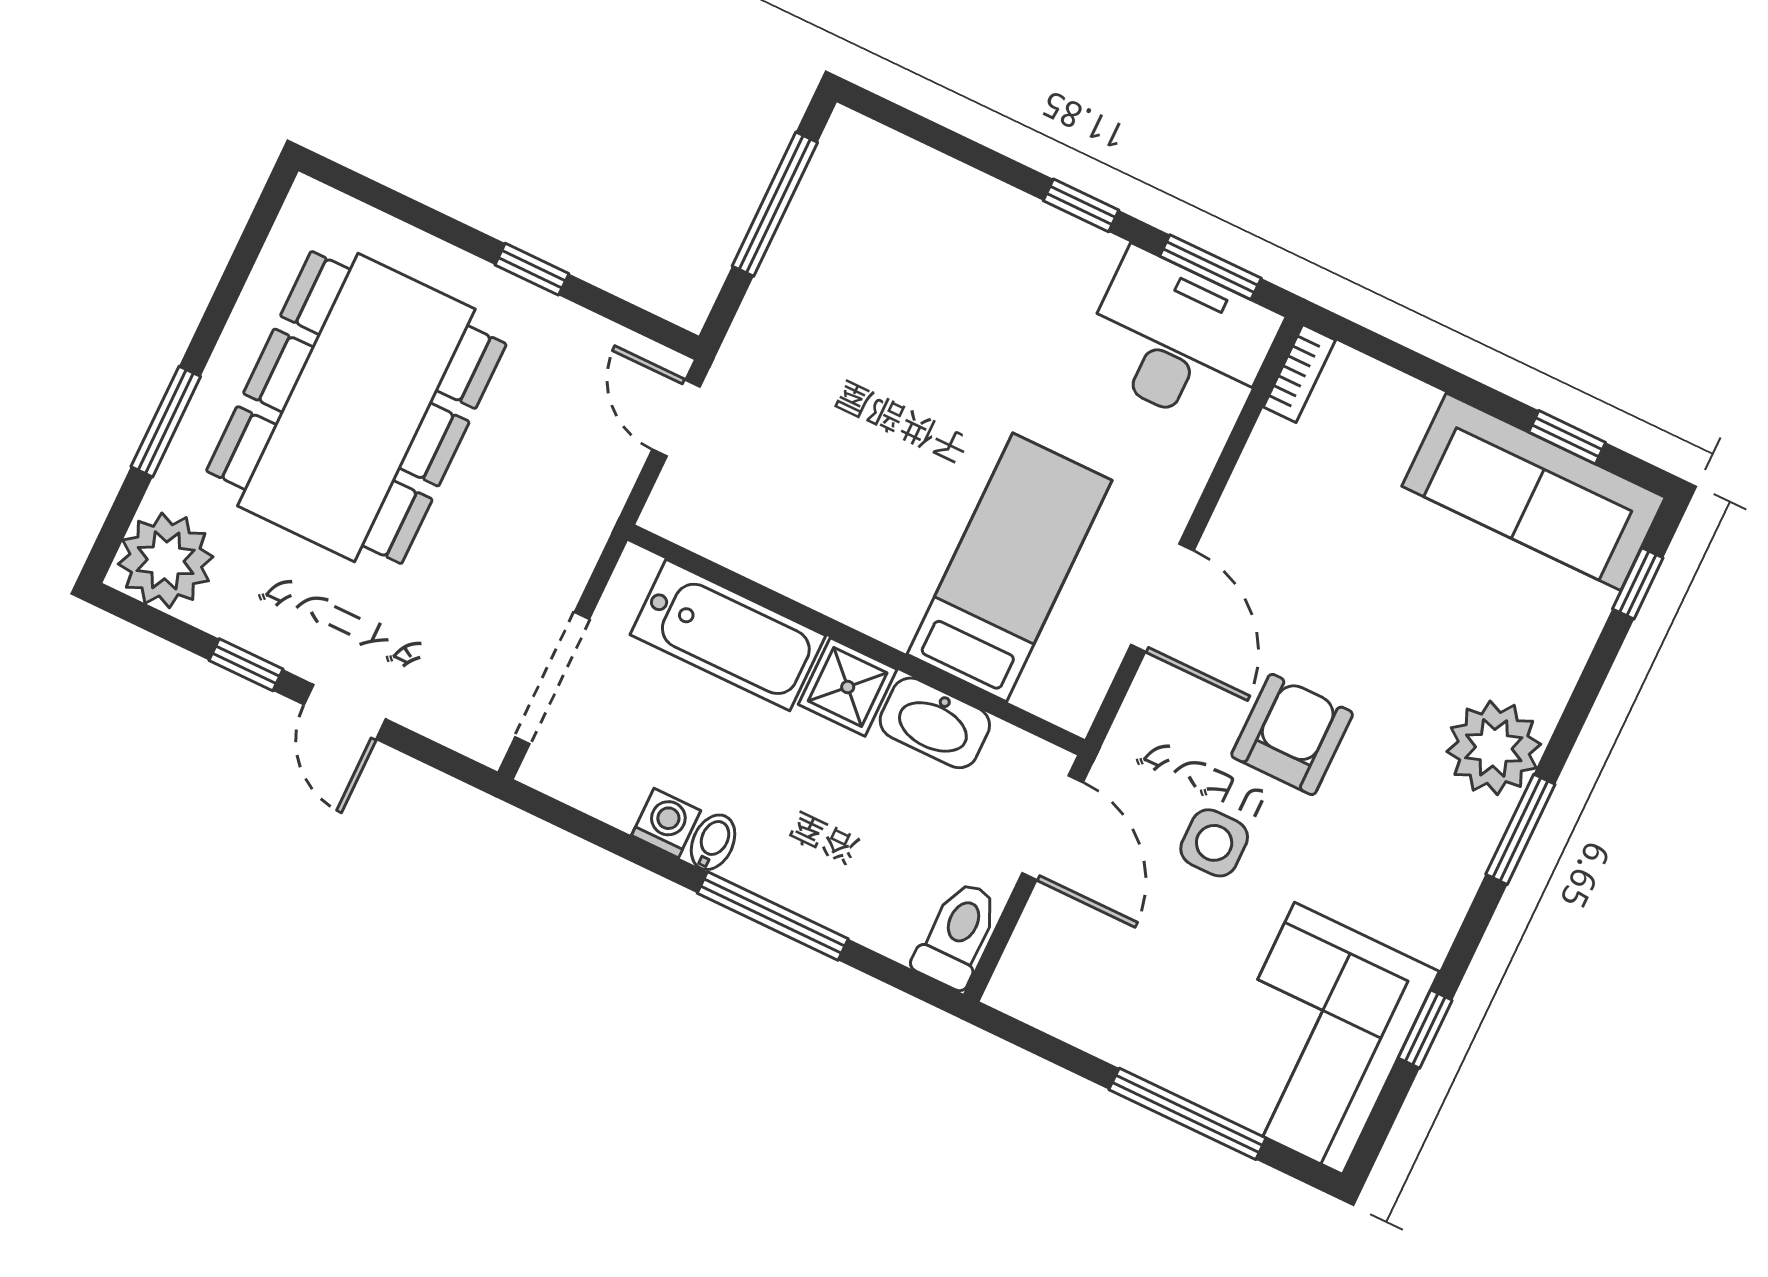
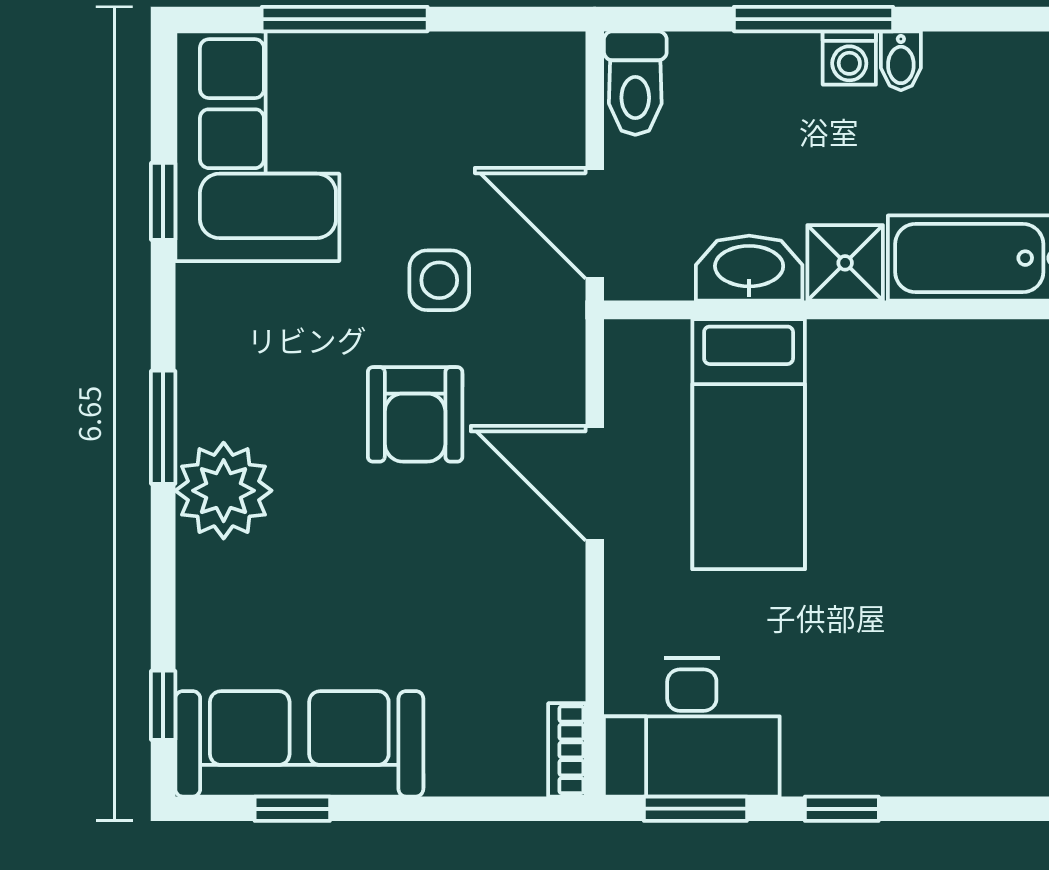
washing machine: (666, 823) -> (849, 58), moved

